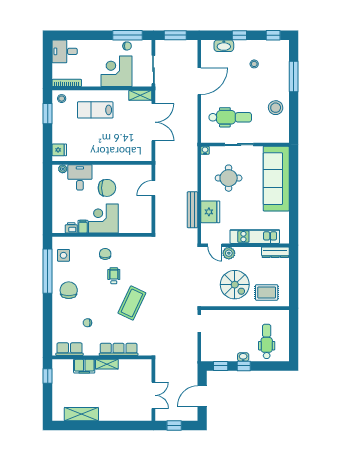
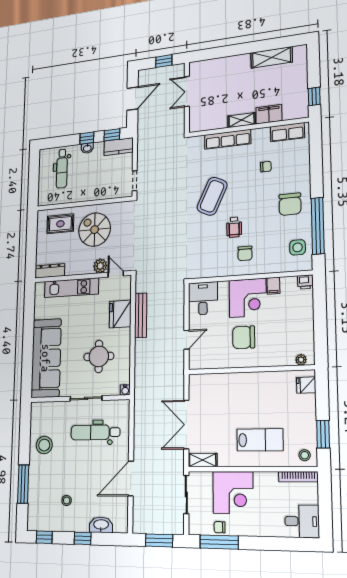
desk: (80, 177) -> (203, 298), moved, turned 180
printer: (71, 228) -> (305, 282), moved
kitchen counter: (214, 355) -> (119, 147), added

